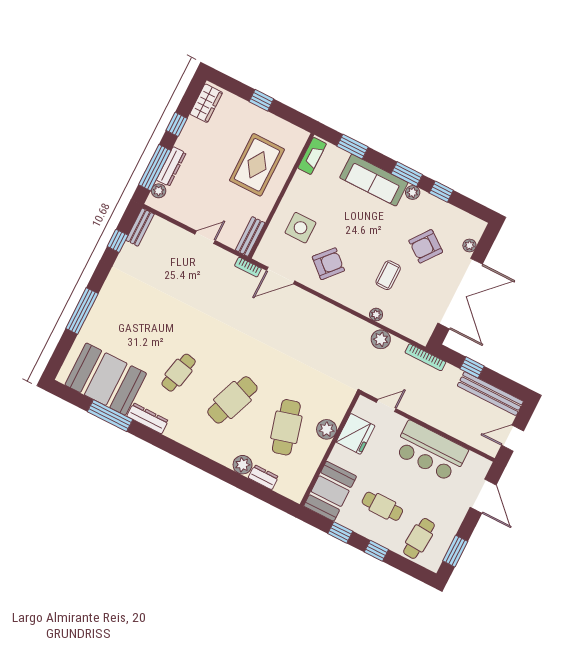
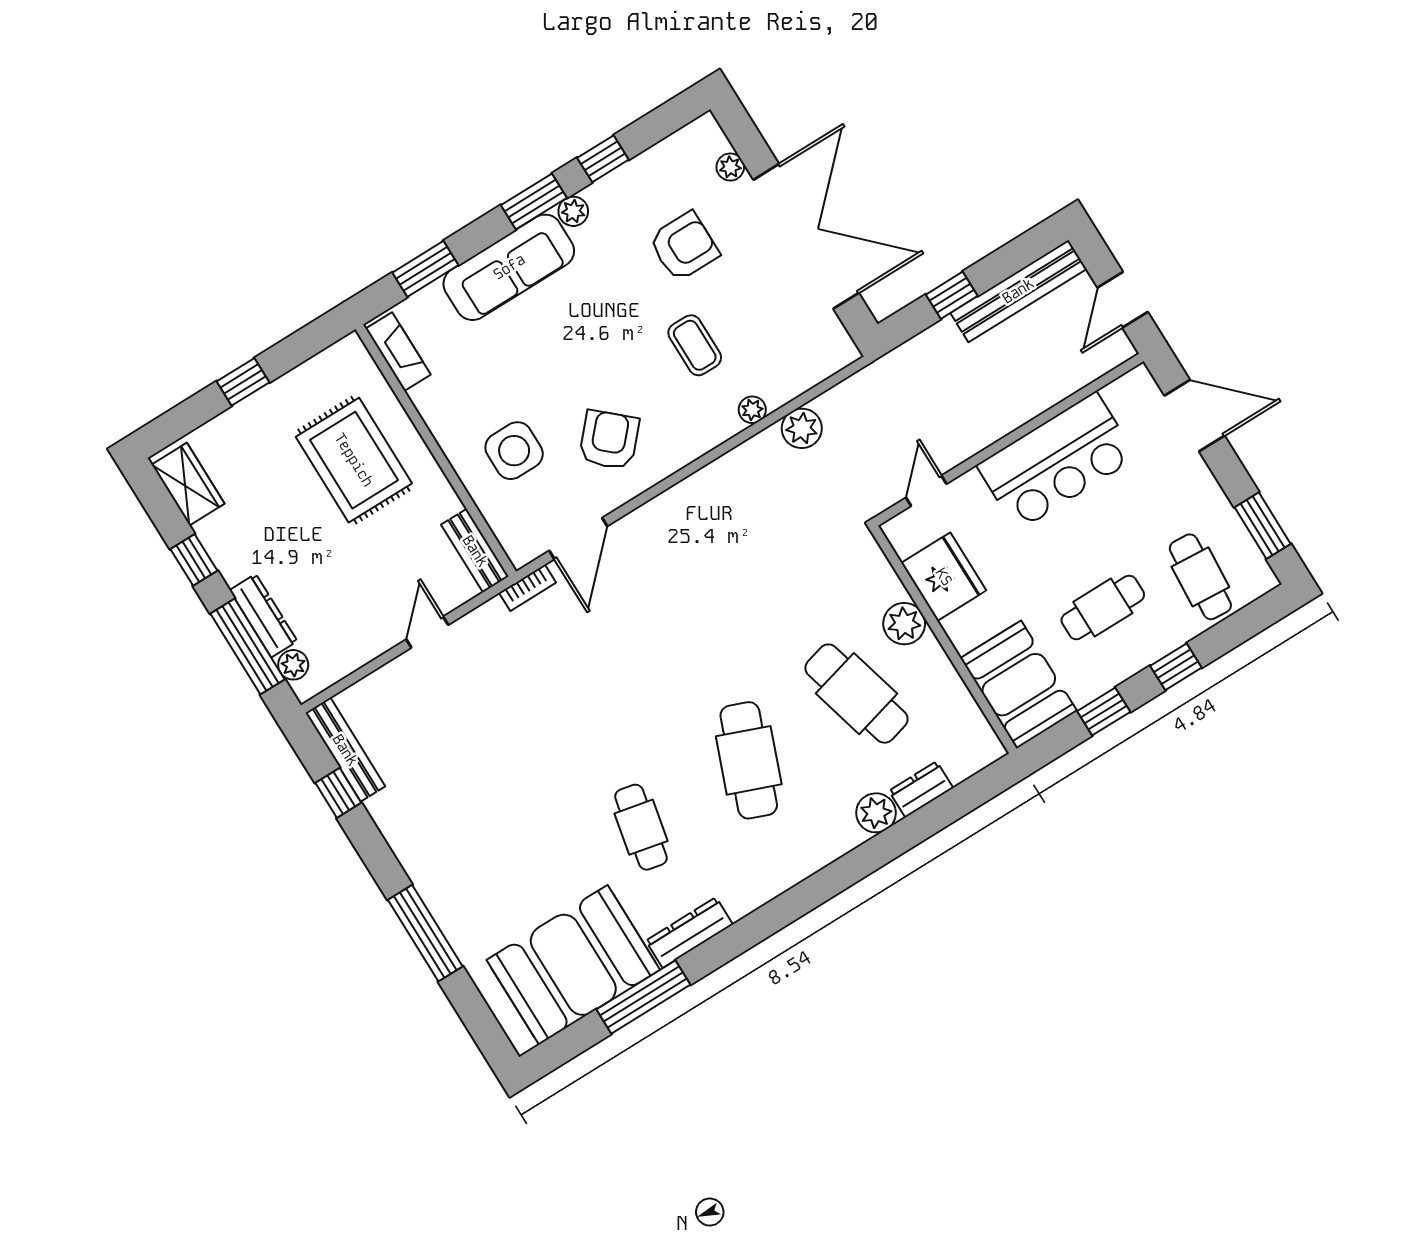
bench: (140, 227) -> (345, 750), width x1.36
armchair: (426, 246) -> (684, 246), turned -127
bookcase: (425, 357) -> (883, 368), removed

